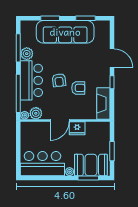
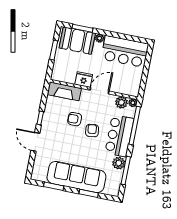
fireplace: (103, 104) -> (64, 91), moved, turned 90

